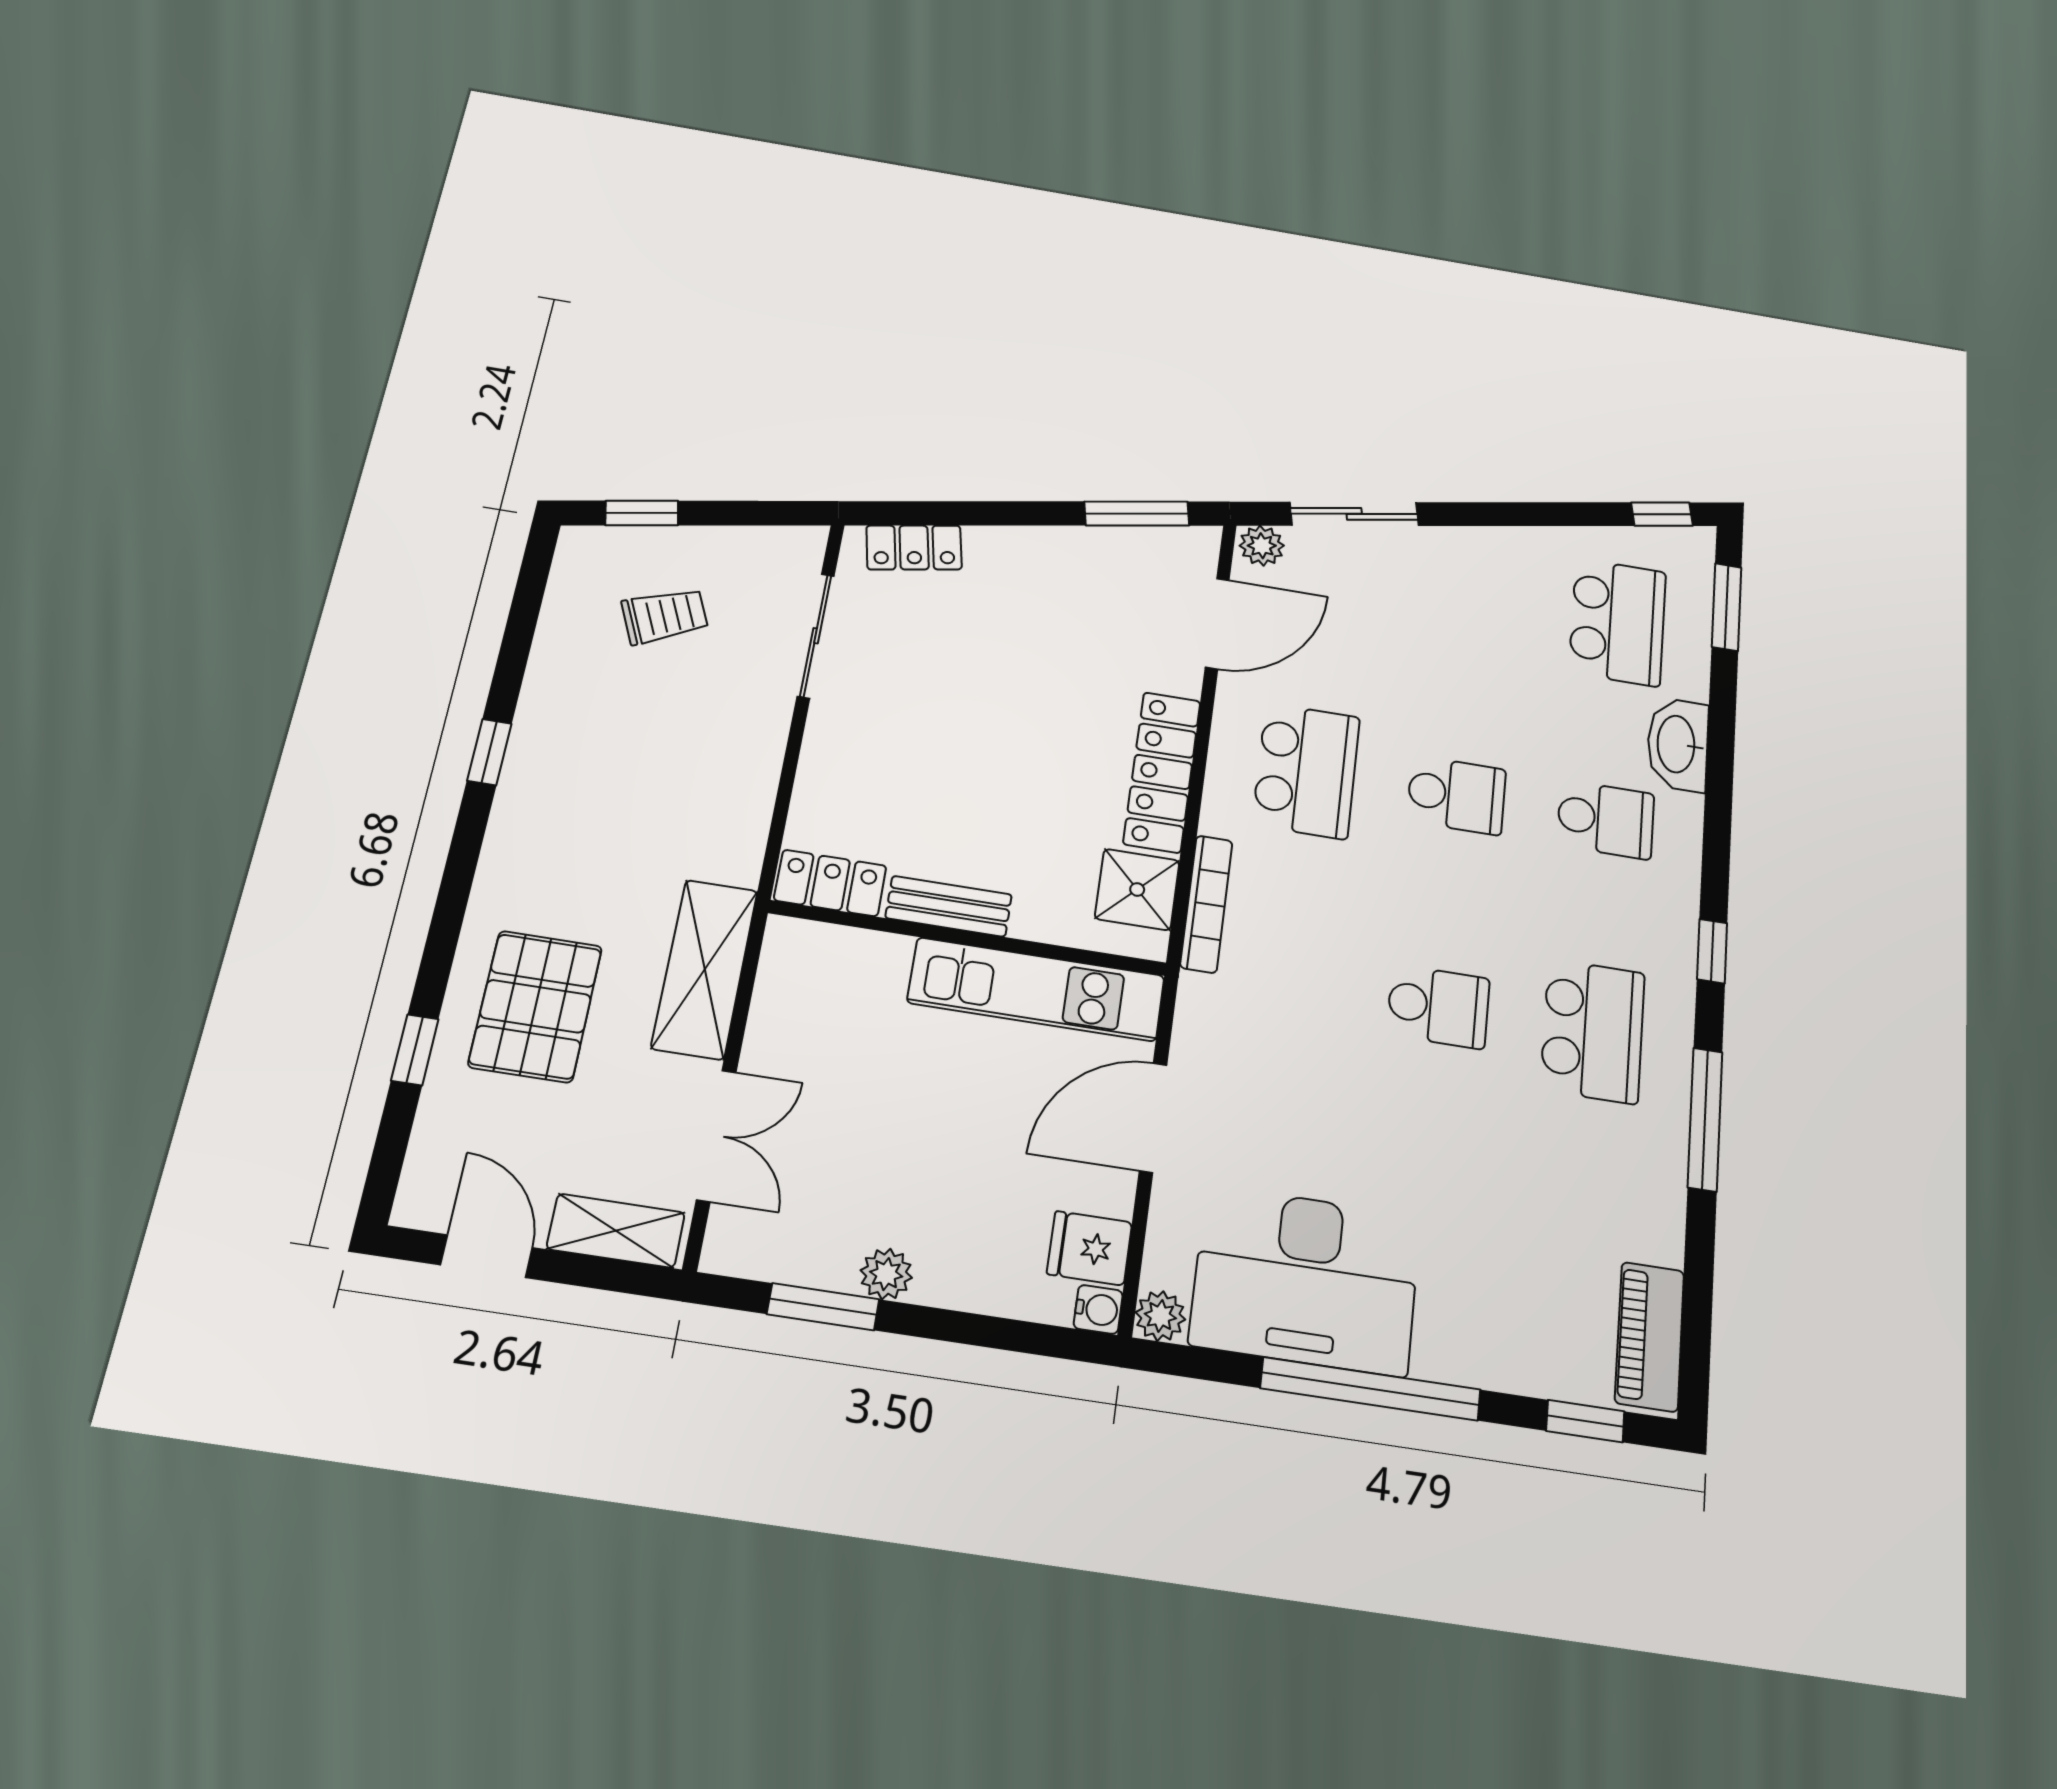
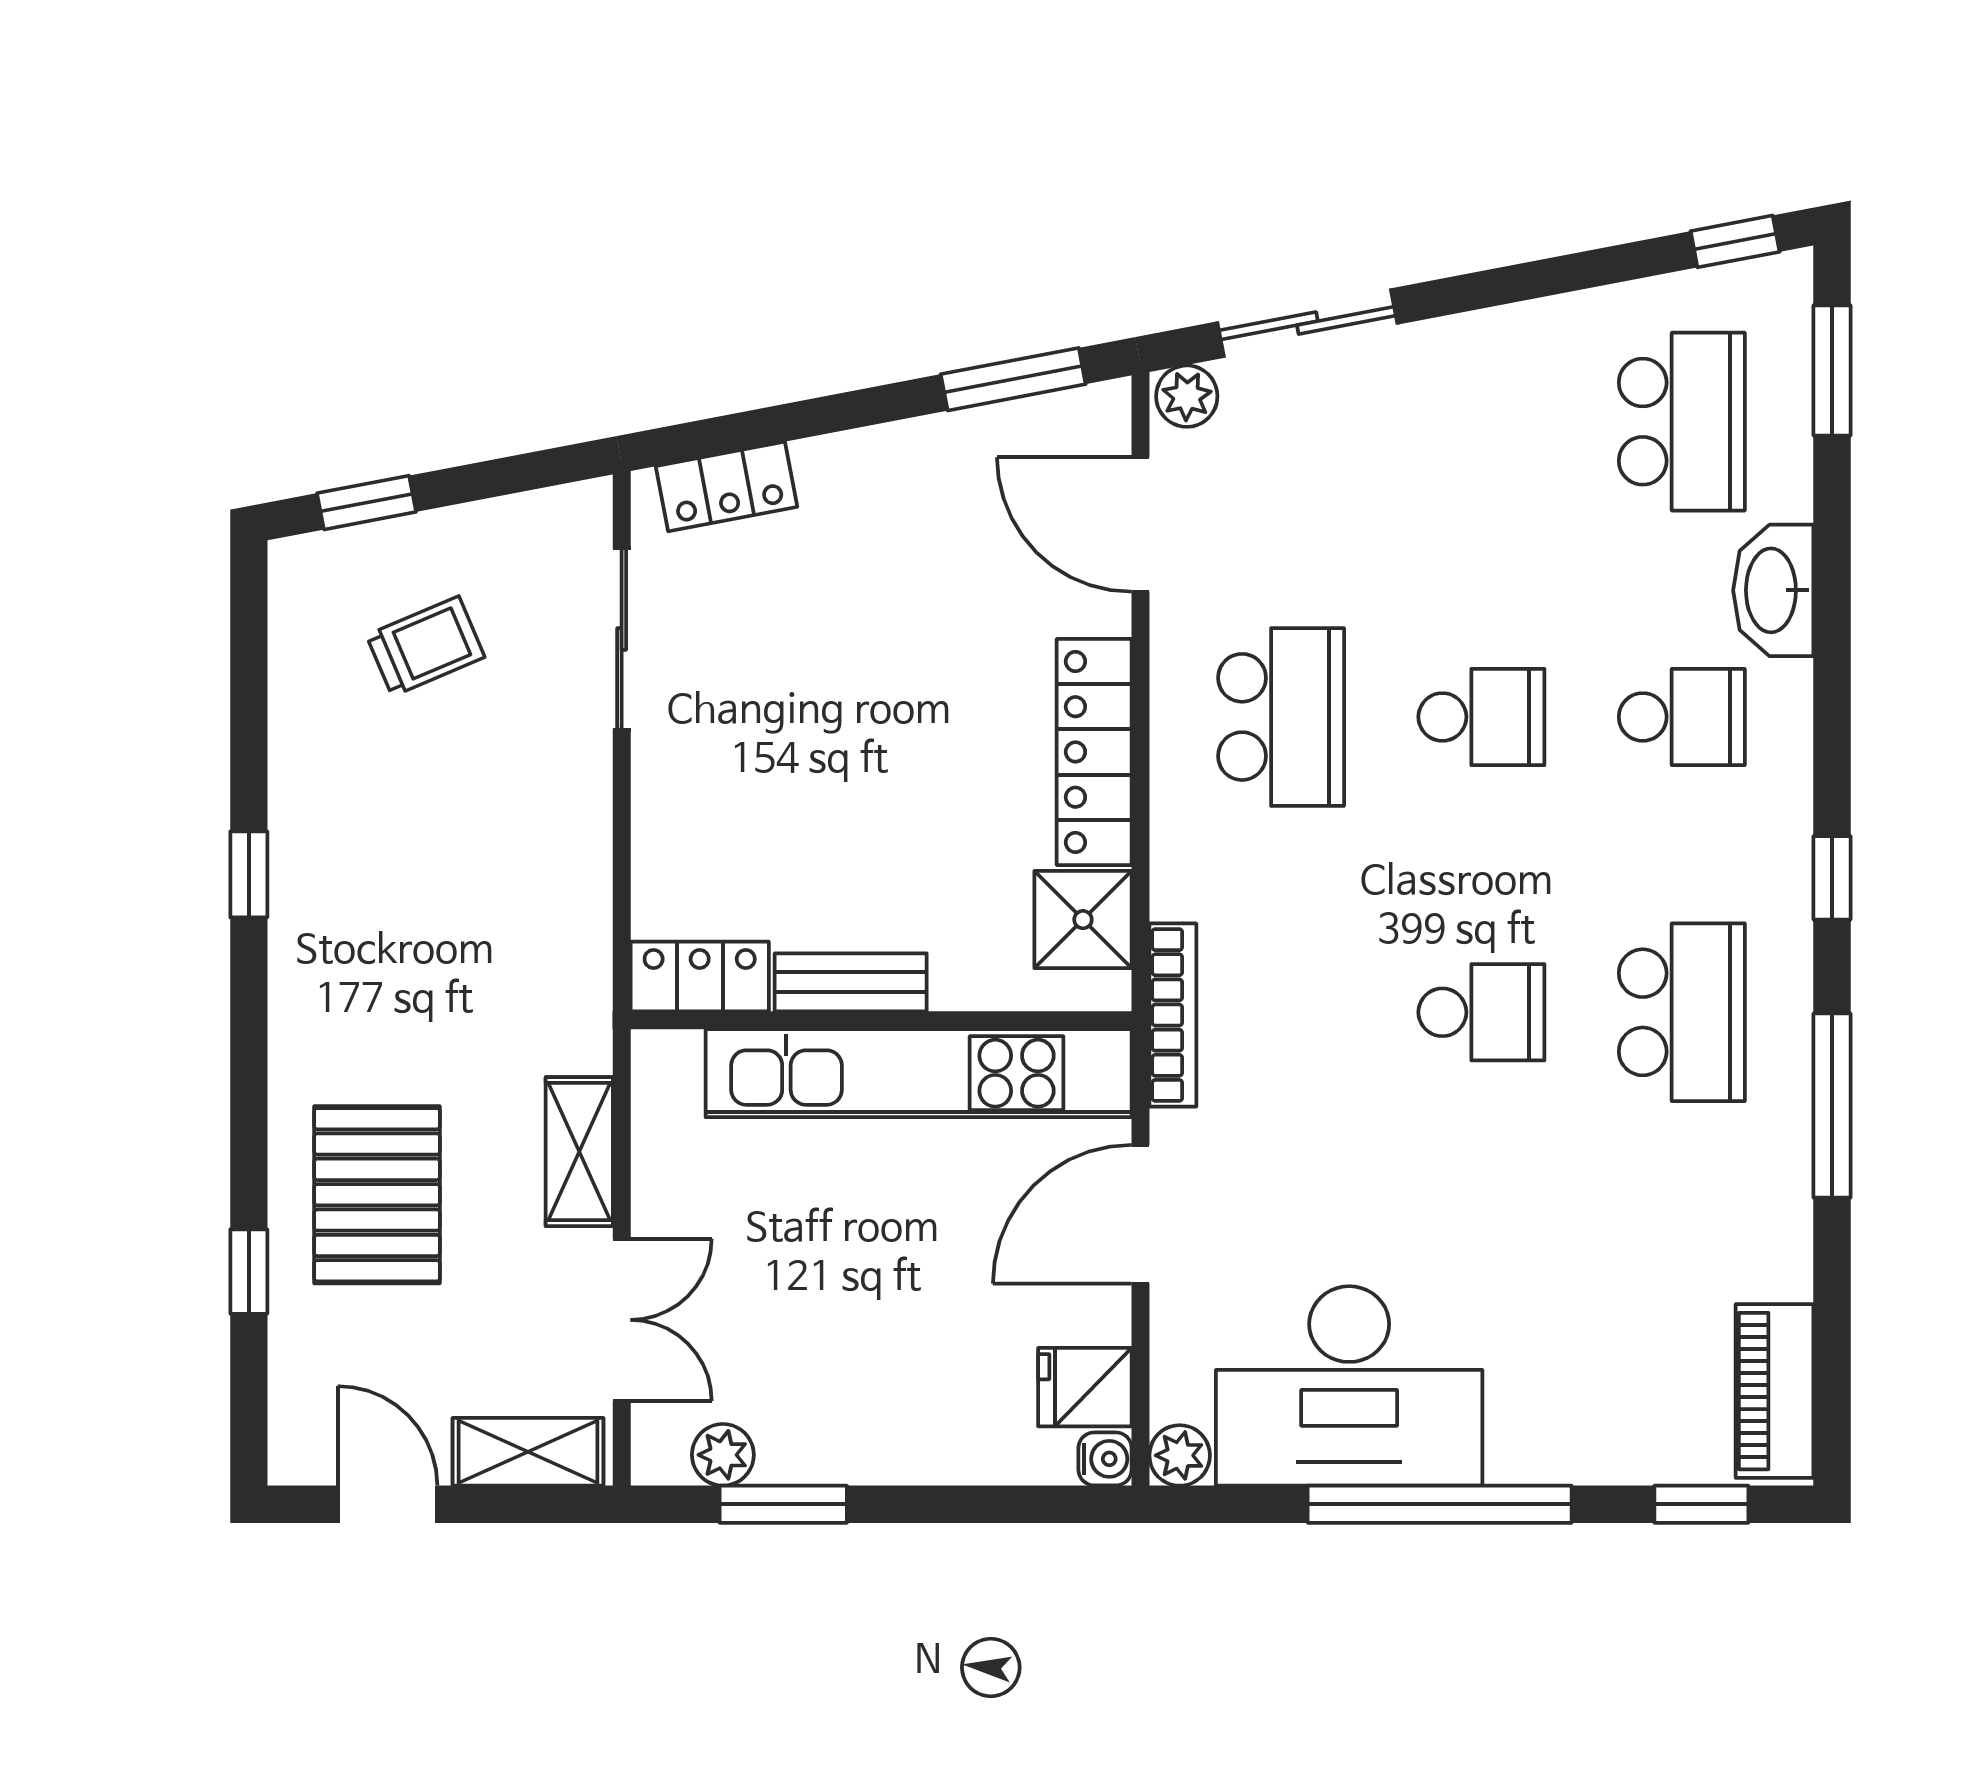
door: (1217, 623) -> (1140, 524), swing flipped
bookcase: (1206, 904) -> (1173, 1015), moved
shelving: (705, 969) -> (579, 1152), width x0.67, depth x0.75
kitchen unit: (1036, 989) -> (919, 1073), width x1.36
plant: (886, 1274) -> (723, 1455), moved

